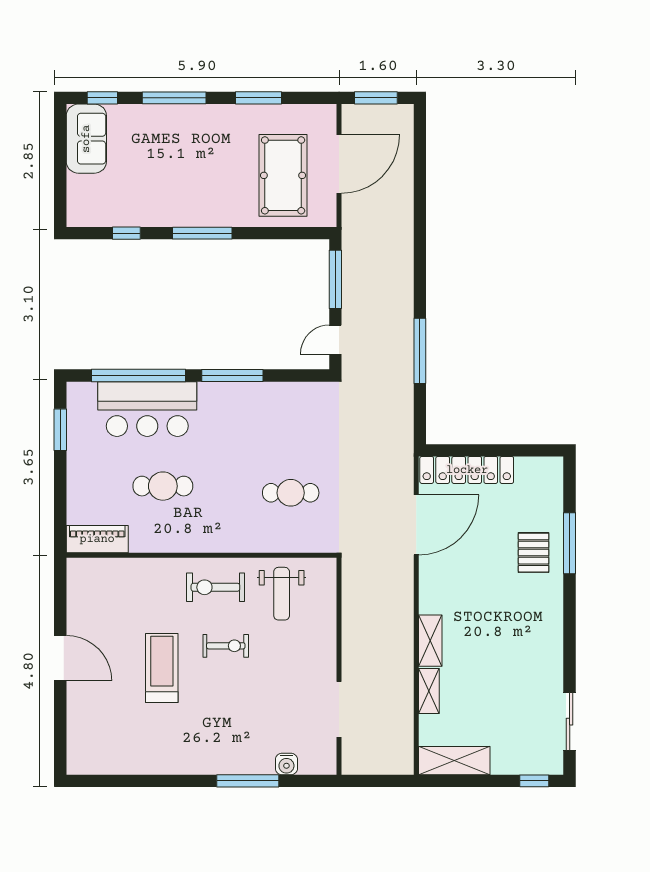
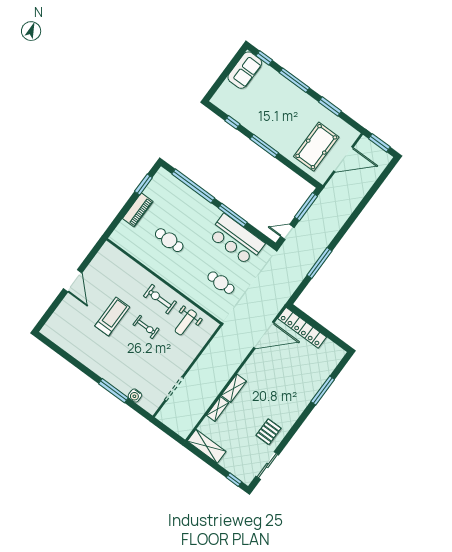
bar counter: (147, 409) -> (236, 239), moved
piano: (97, 539) -> (138, 210), moved, turned 90
pallet: (534, 553) -> (269, 432), moved

